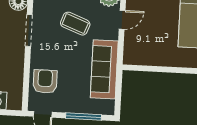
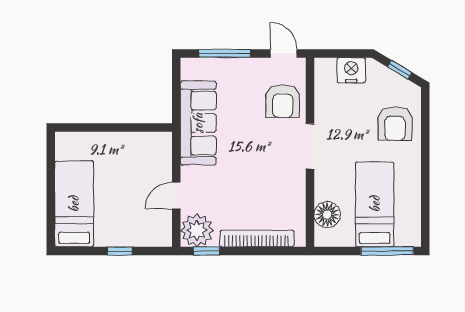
coffee table: (75, 24) -> (244, 187), removed
doorway: (29, 31) -> (310, 146), moved

